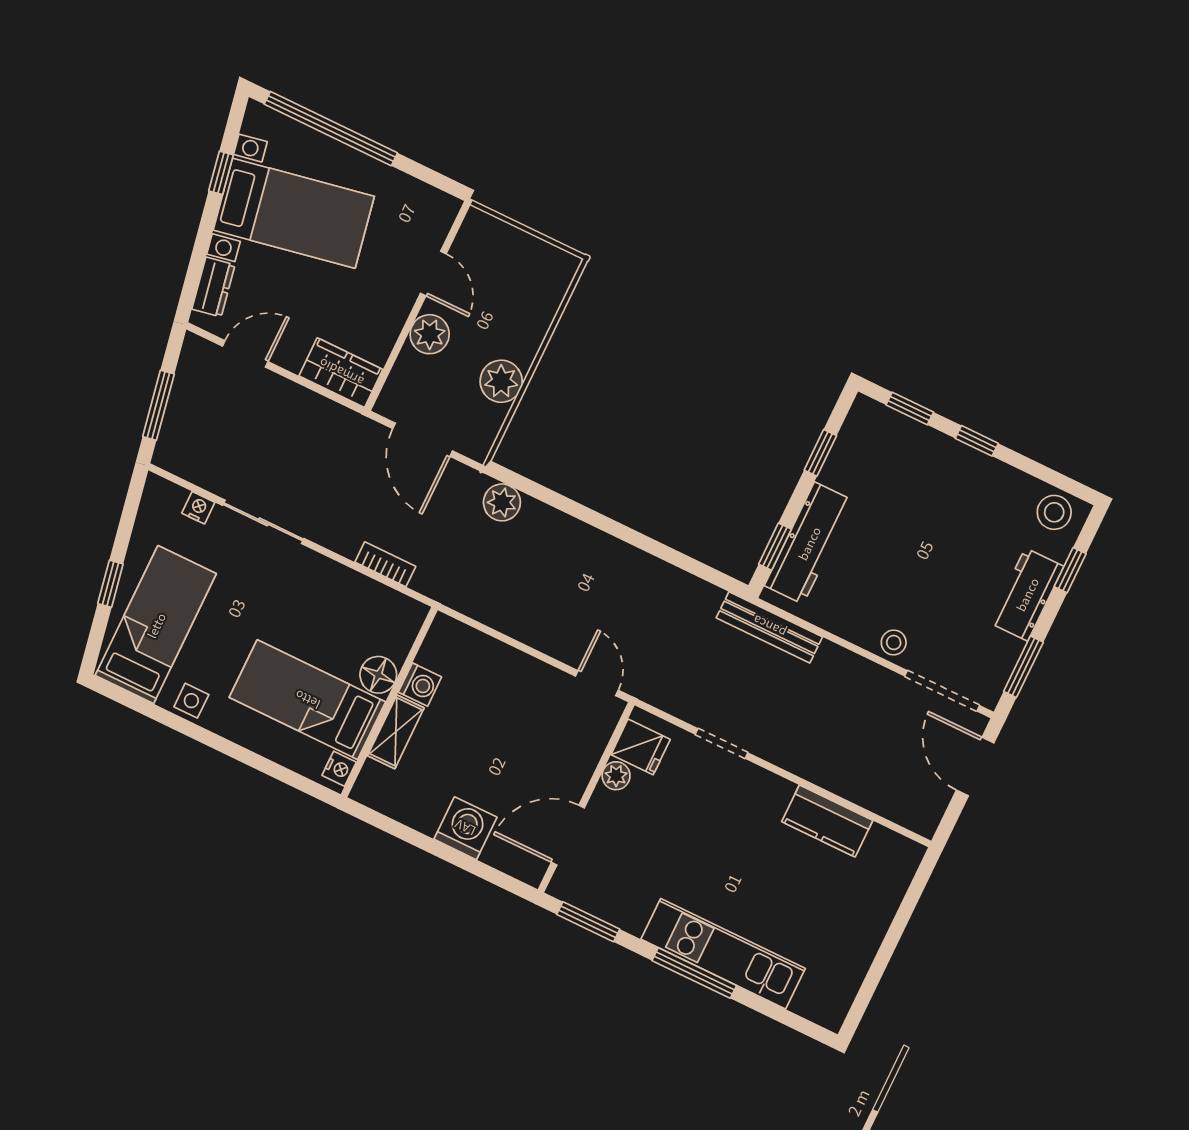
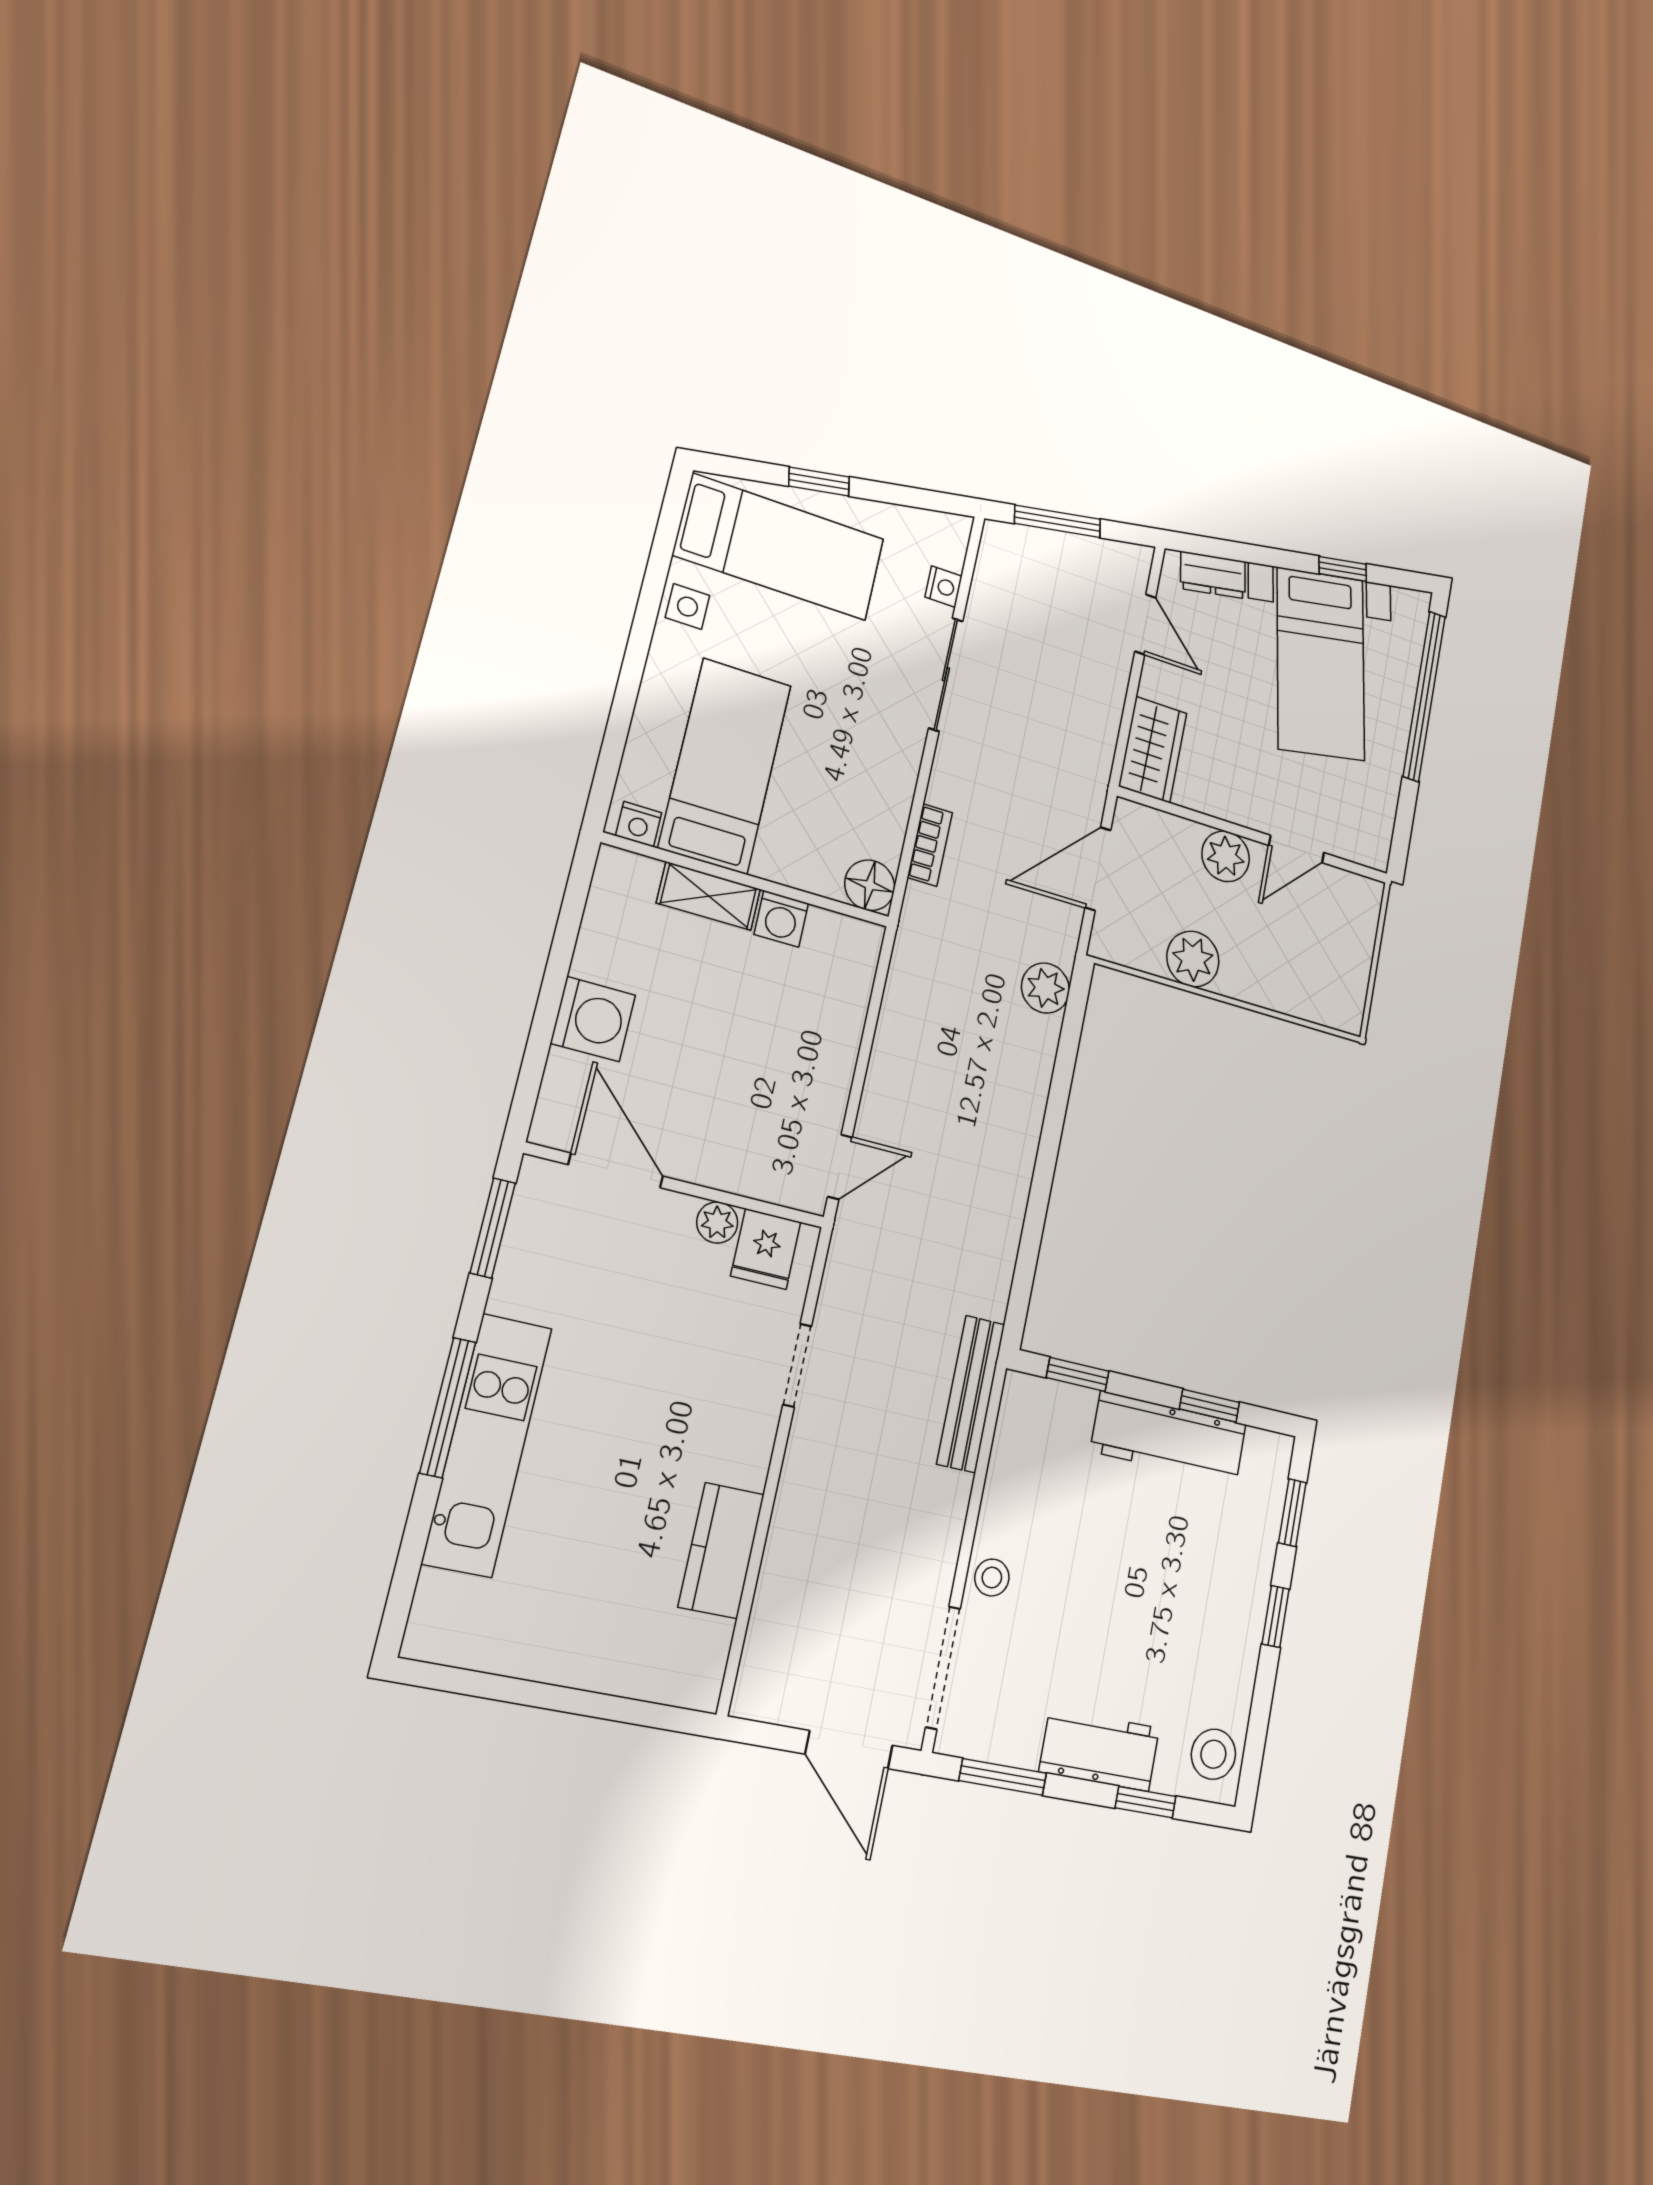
workbench: (809, 543) -> (1169, 1438), moved
floor lamp: (378, 675) -> (870, 885), moved
door: (975, 767) -> (849, 1750), swing flipped

